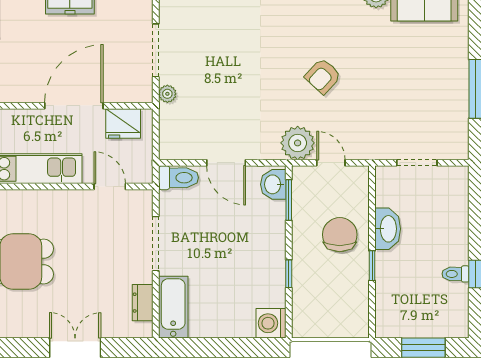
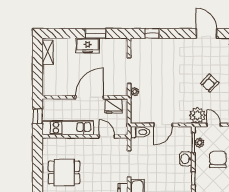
door: (226, 163) -> (163, 125), hinge flipped
washbasin: (273, 184) -> (186, 159), moved
plant: (302, 199) -> (199, 143), added

